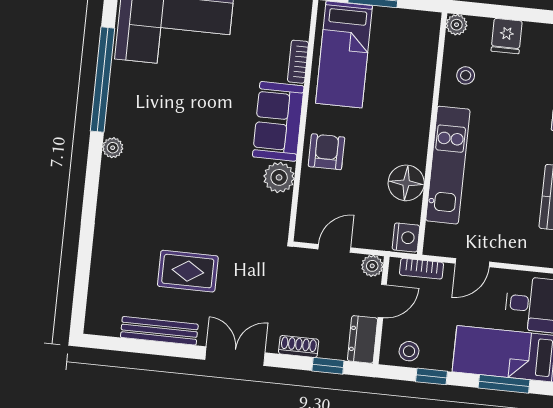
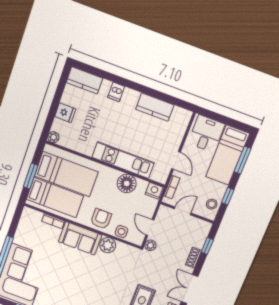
bed: (394, 65) -> (66, 174), added
stool: (466, 75) -> (80, 139), removed
armchair: (326, 152) -> (101, 219), turned 90
side table: (312, 197) -> (121, 232), added
plant: (372, 266) -> (150, 245), moved
door: (382, 301) -> (183, 211), hinge flipped
dresser: (362, 339) -> (199, 226), removed

